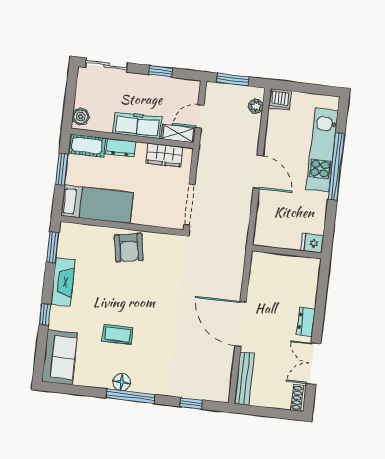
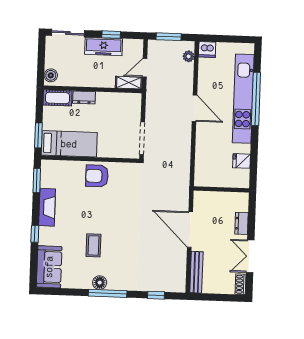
freezer: (137, 125) -> (104, 47), moved, turned 180
kitchen unit: (322, 150) -> (243, 99), width x1.36
wardrobe: (165, 155) -> (119, 101), removed
window: (62, 169) -> (38, 135), moved
armchair: (129, 248) -> (97, 176), turned 100
wall: (287, 252) -> (221, 189), moved
coffee table: (118, 335) -> (93, 245), turned 90

